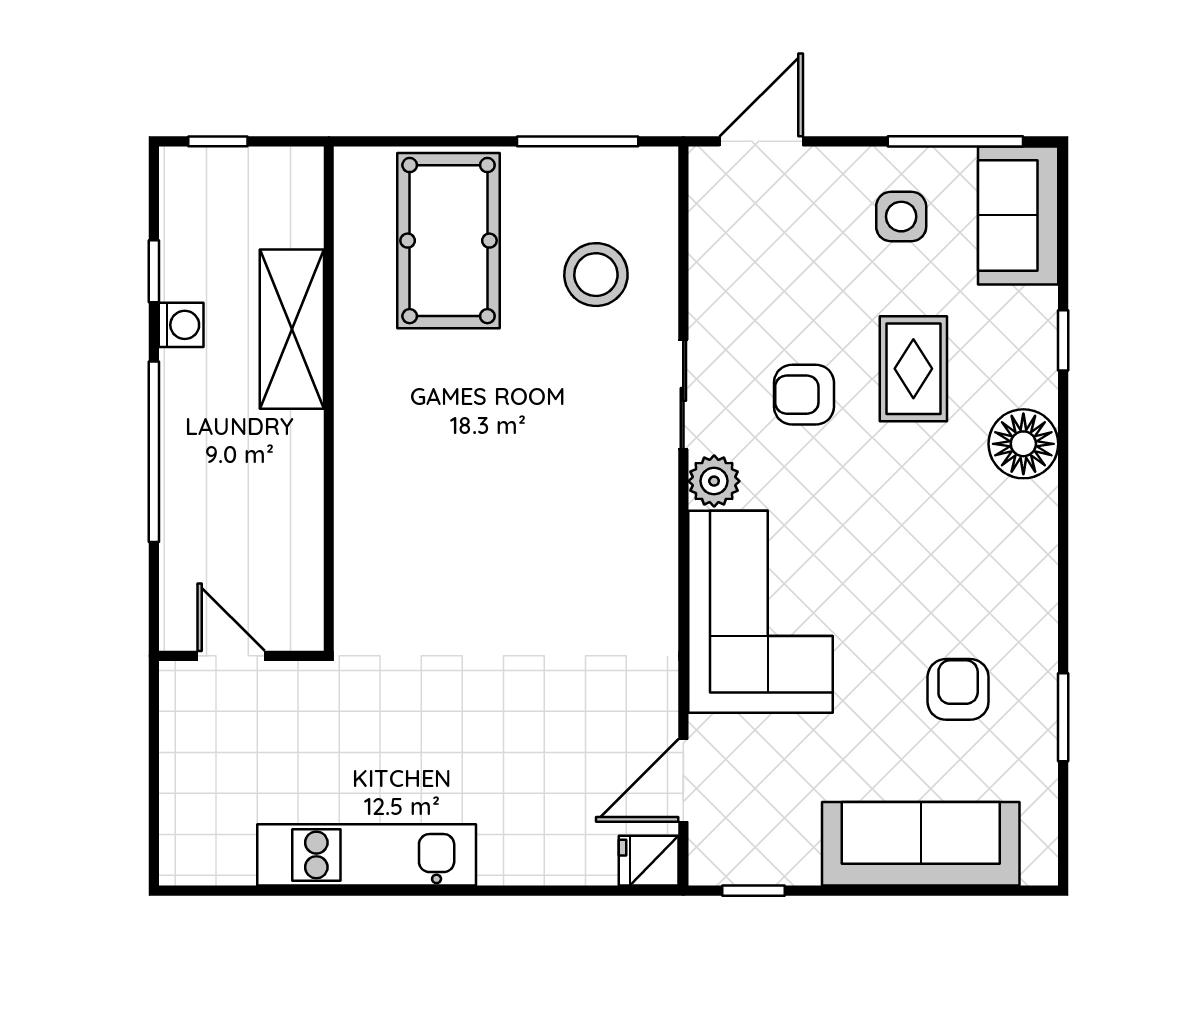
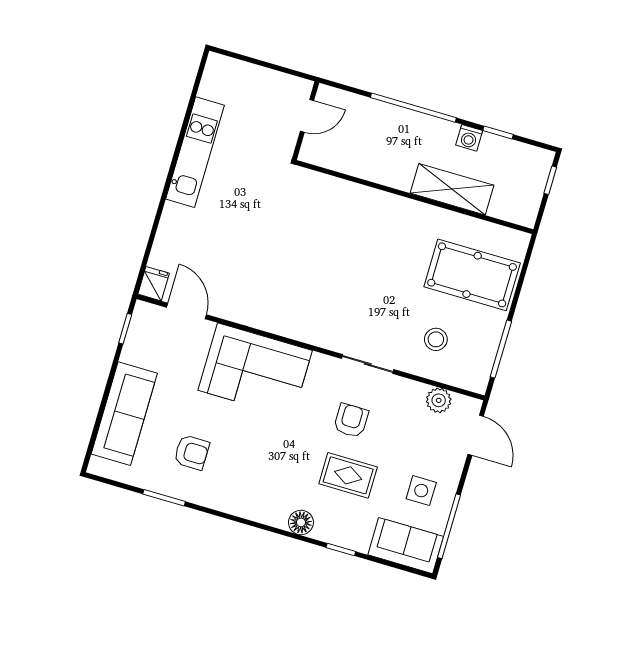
stool: (596, 275) -> (436, 339), width x0.73, depth x0.73
floor lamp: (1023, 444) -> (301, 522), width x0.73, depth x0.73
plant: (714, 481) -> (439, 400), moved

